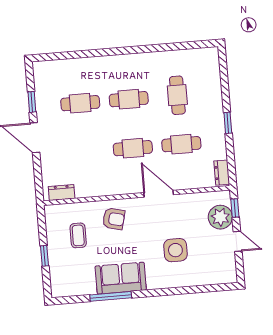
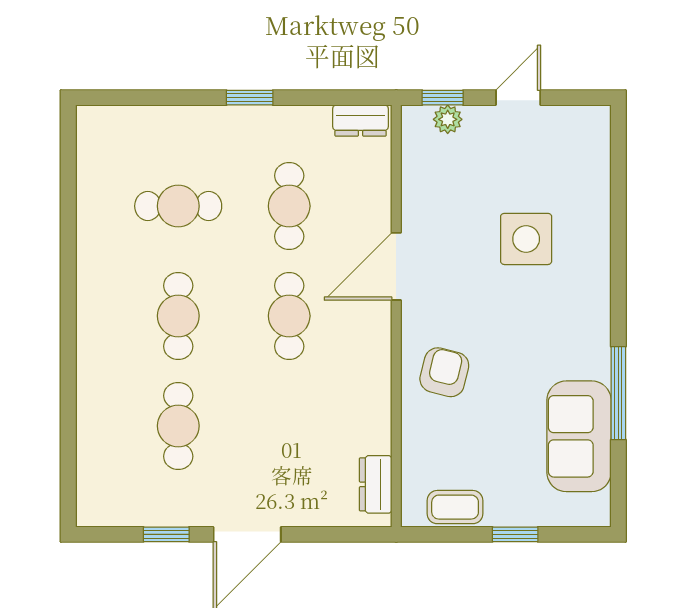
plant: (220, 217) -> (448, 119), width x0.53, depth x0.53
coffee table: (78, 235) -> (455, 507), moved
sofa: (121, 278) -> (579, 436), moved

